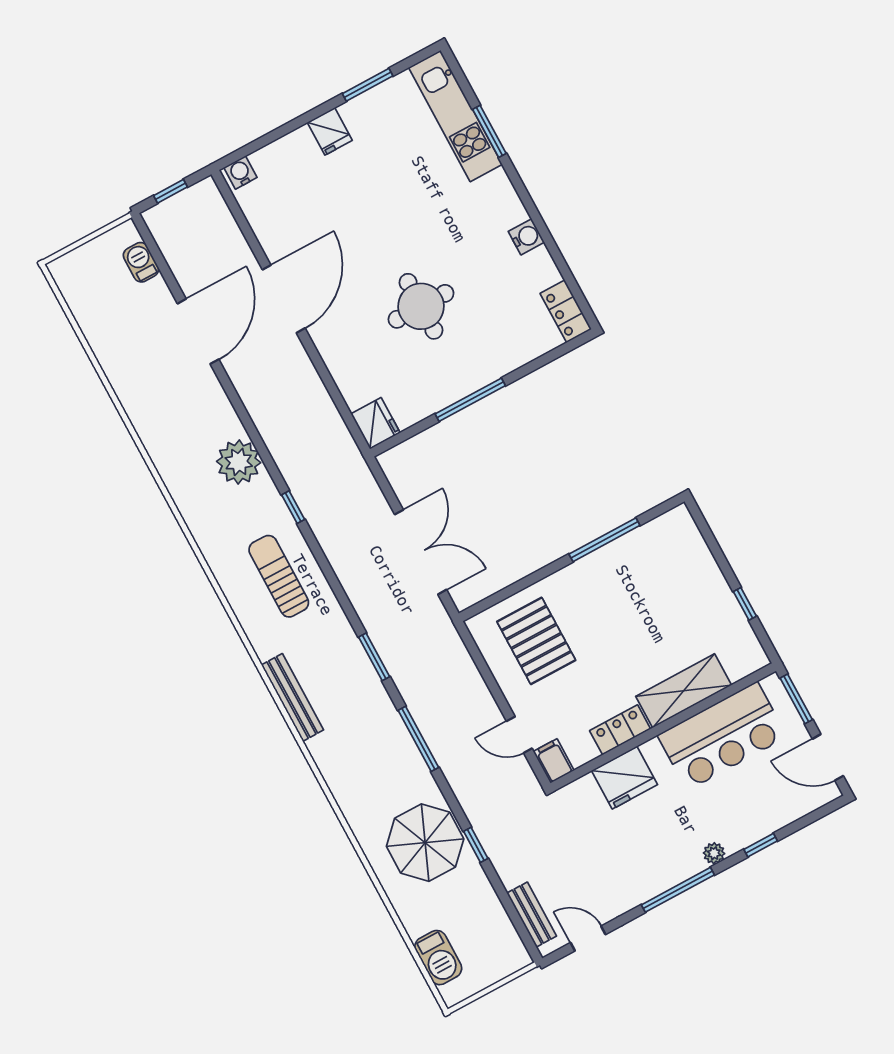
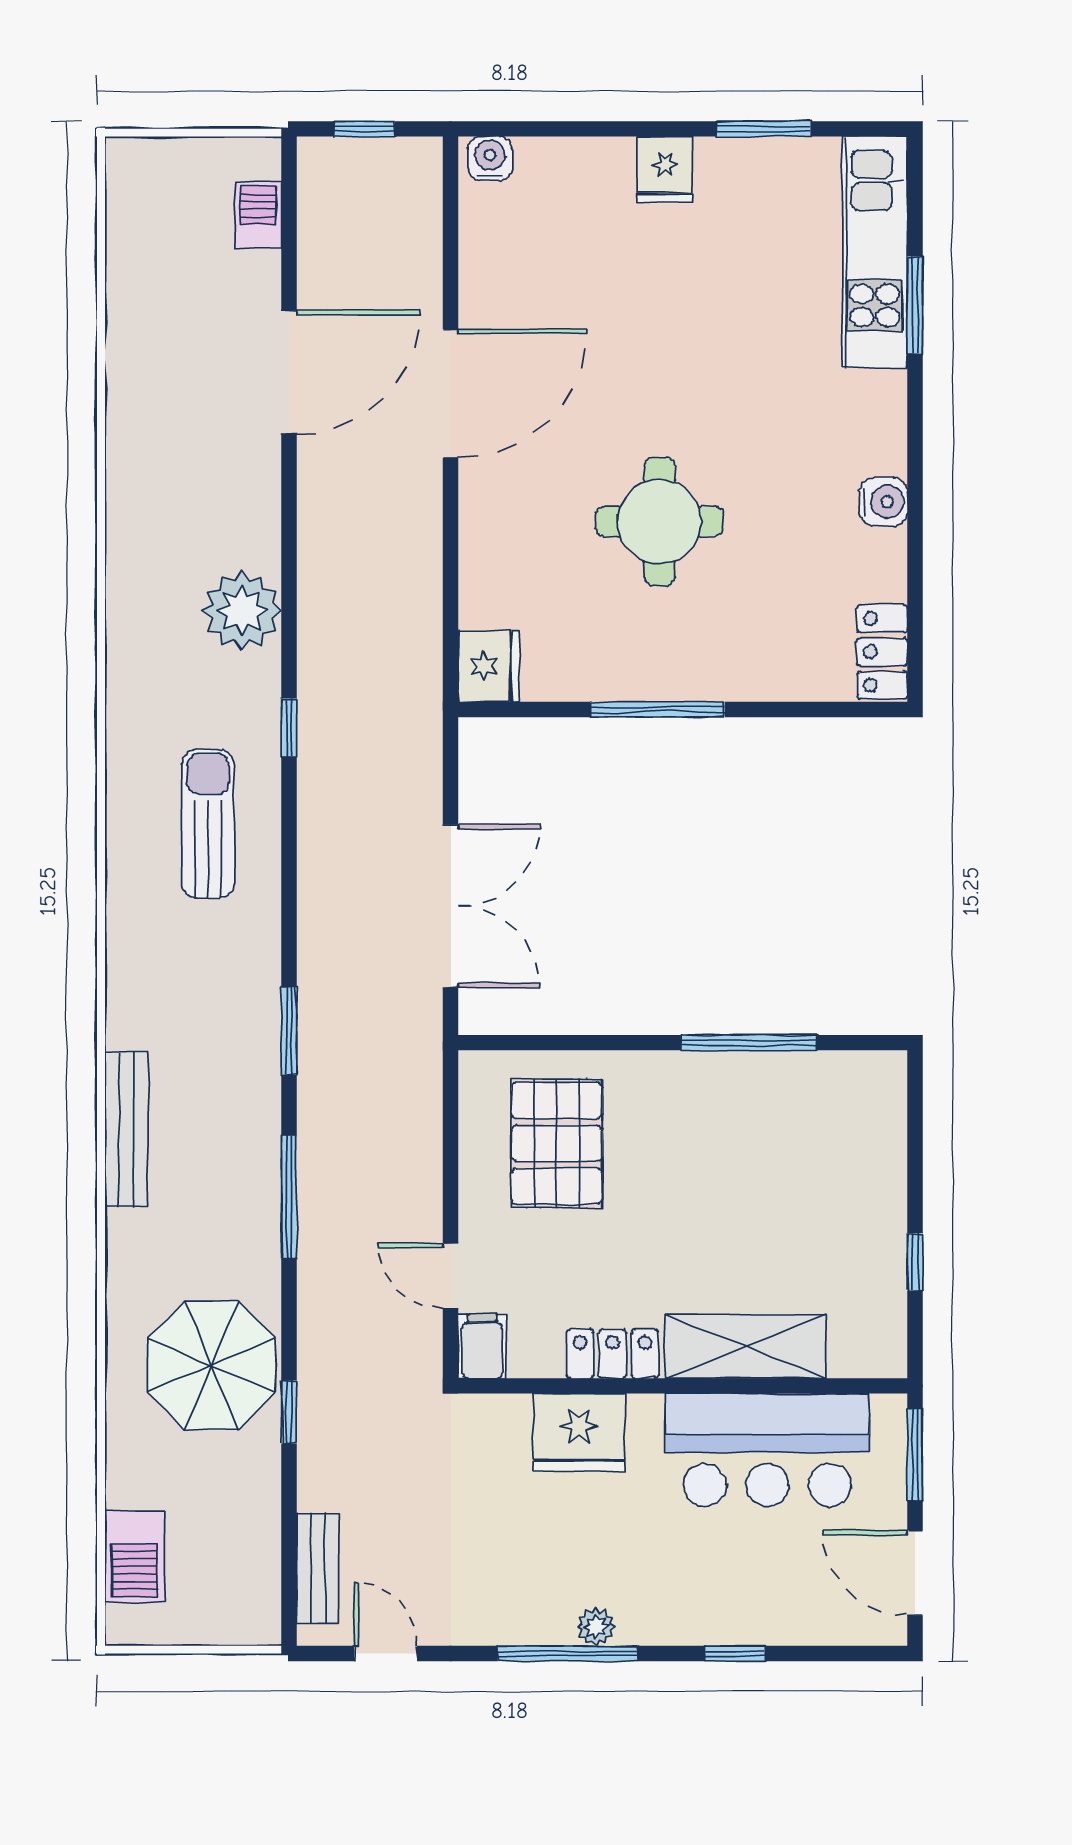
bench: (292, 697) -> (126, 1129), moved
plant: (714, 853) -> (596, 1627), moved

